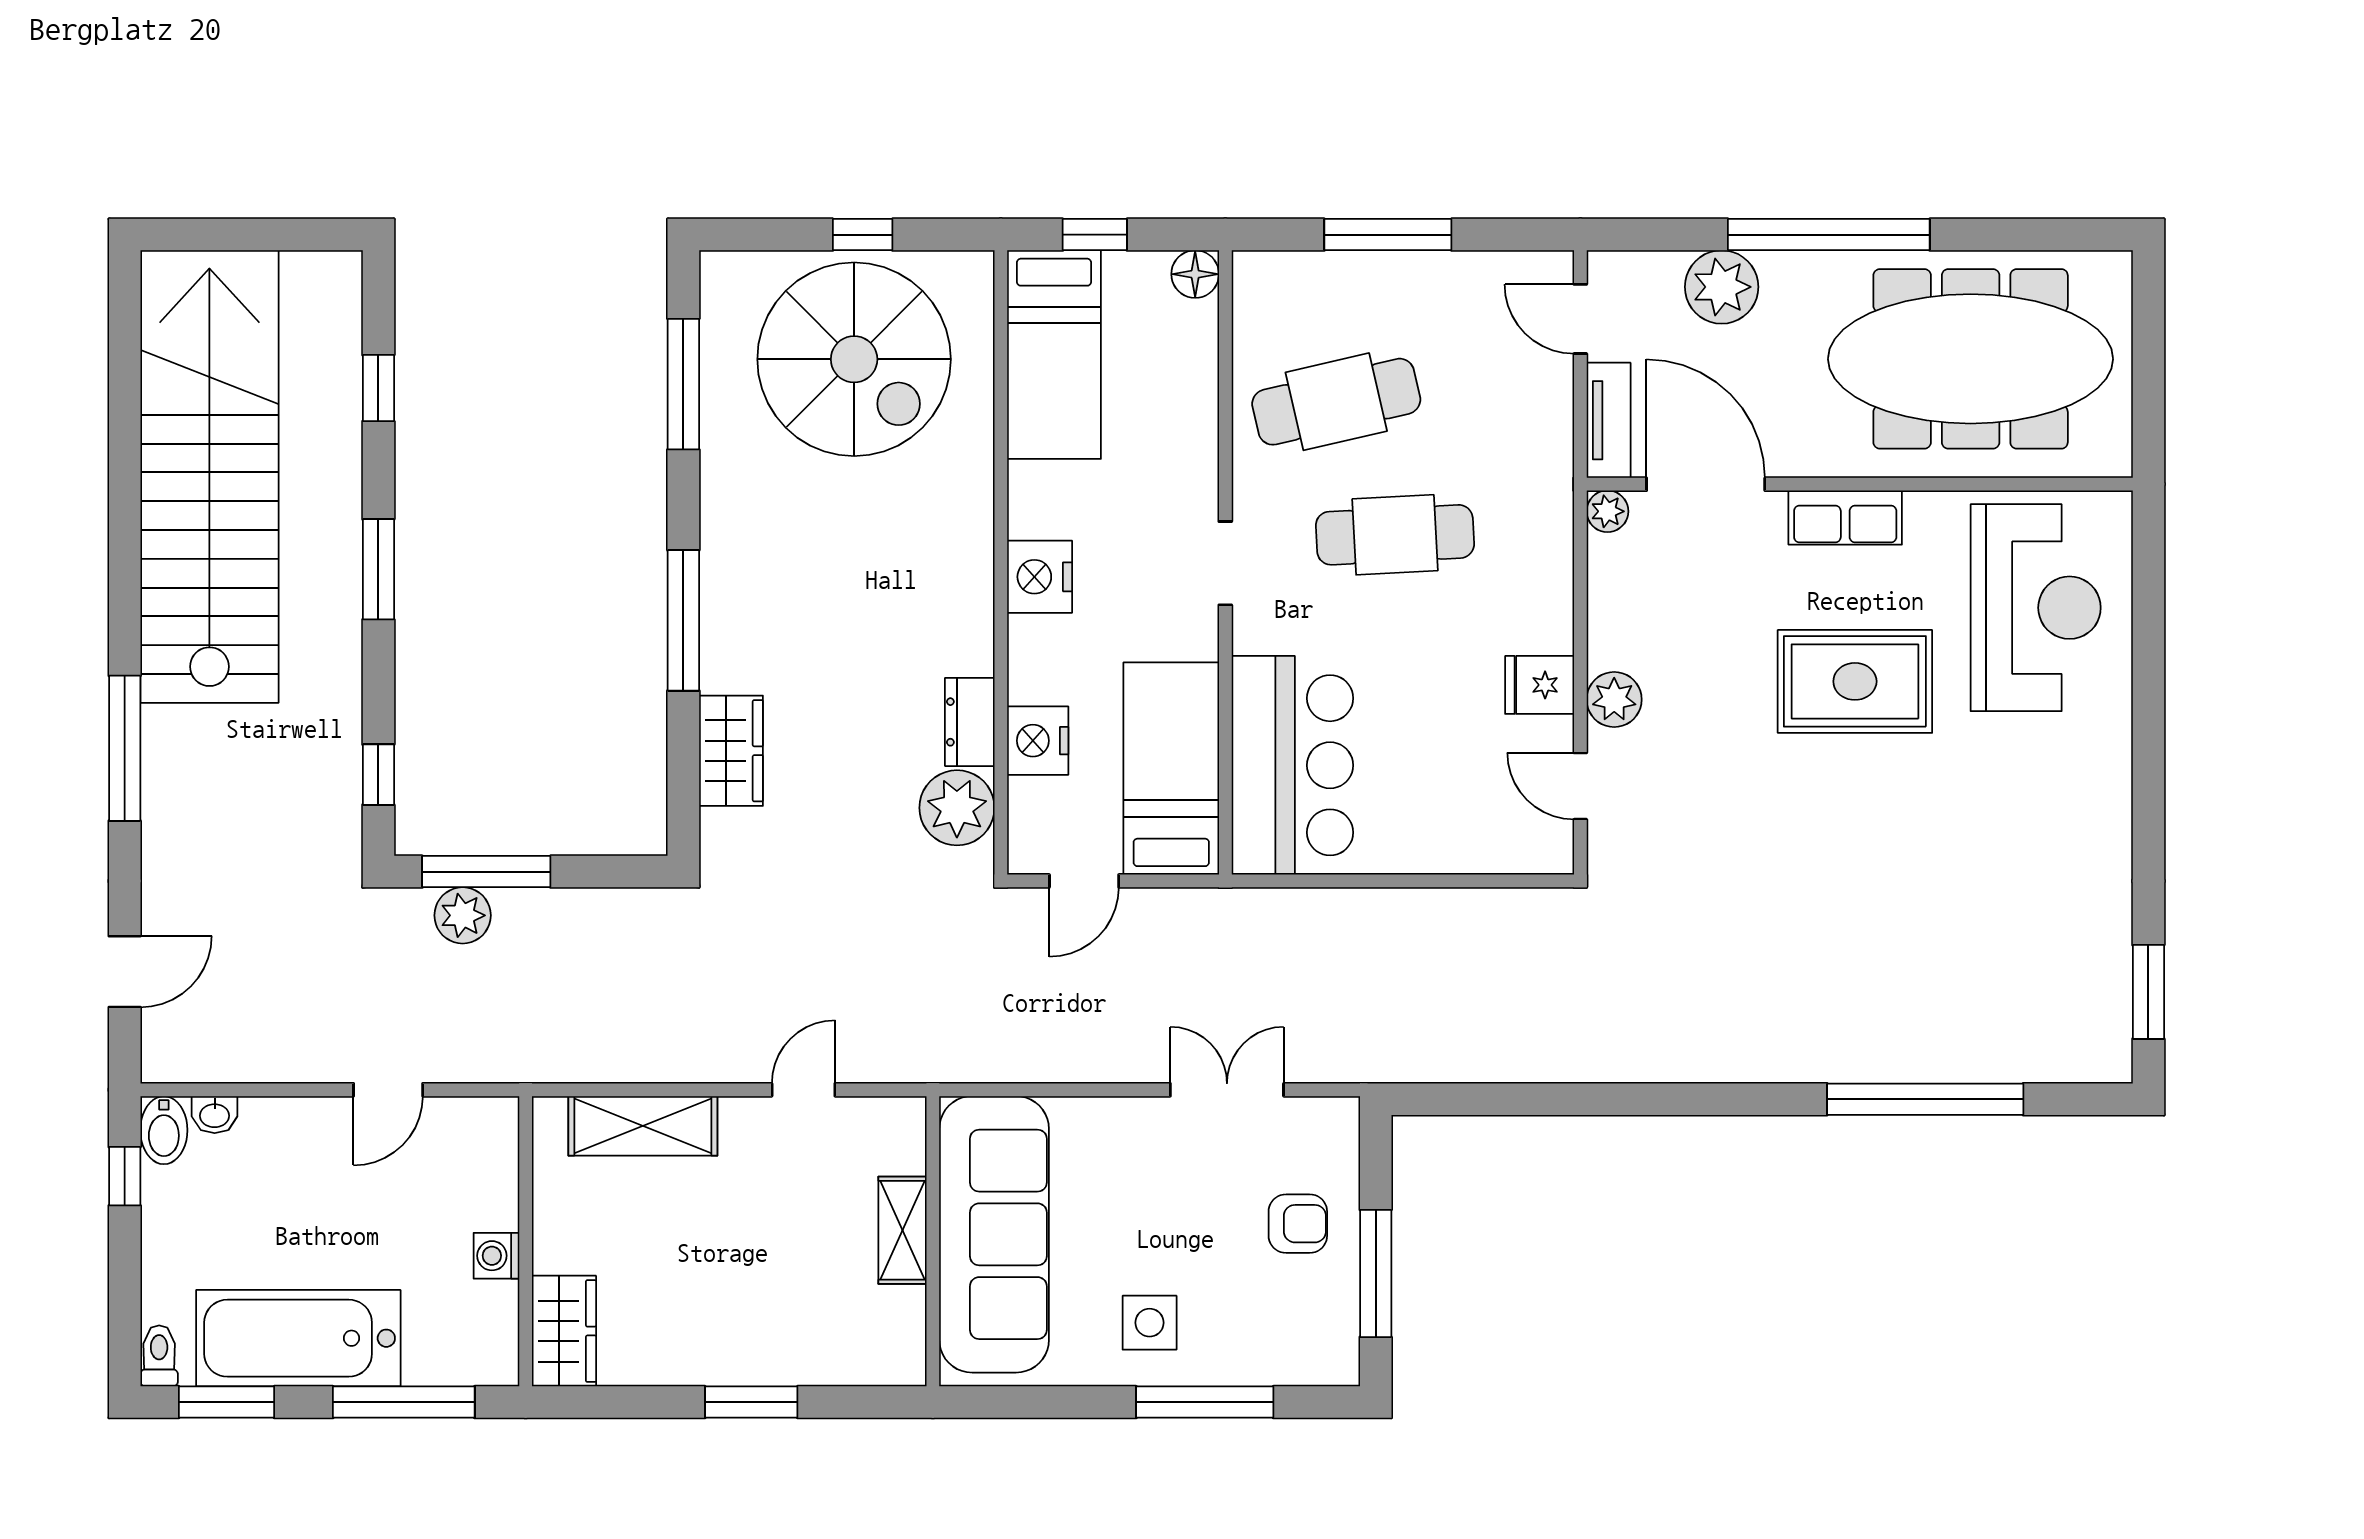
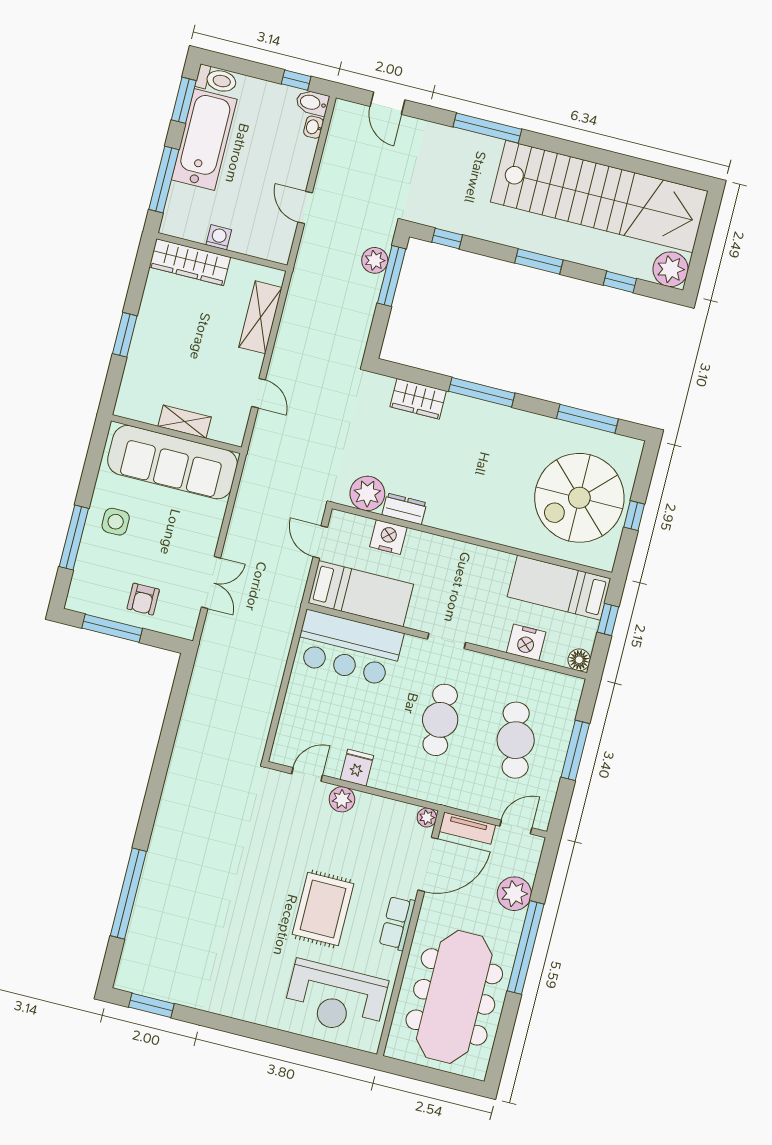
plant: (325, 288) -> (671, 269), added
cafe table: (1336, 402) -> (516, 740), moved
nightstand: (1040, 577) -> (526, 642), moved, turned 180
wardrobe: (564, 1331) -> (190, 262), width x1.50
toilet: (159, 1356) -> (216, 80), width x1.37, depth x1.39

